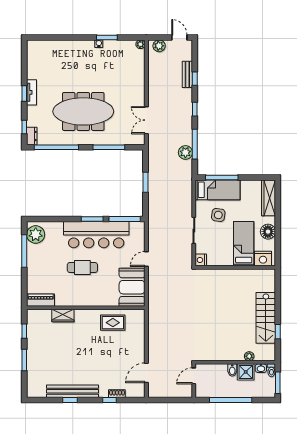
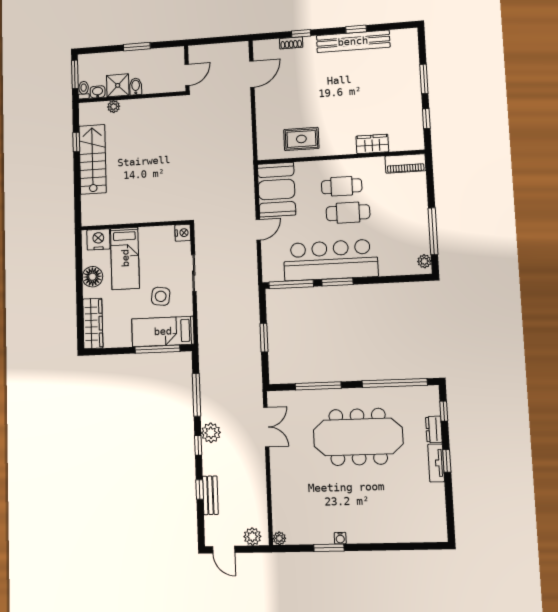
dresser: (32, 136) -> (434, 429), moved
plant: (185, 152) -> (211, 433), moved
plant: (36, 235) -> (424, 261), width x0.53, depth x0.53
cafe table: (86, 287) -> (342, 186), added
window: (231, 400) -> (137, 47), width x0.47

